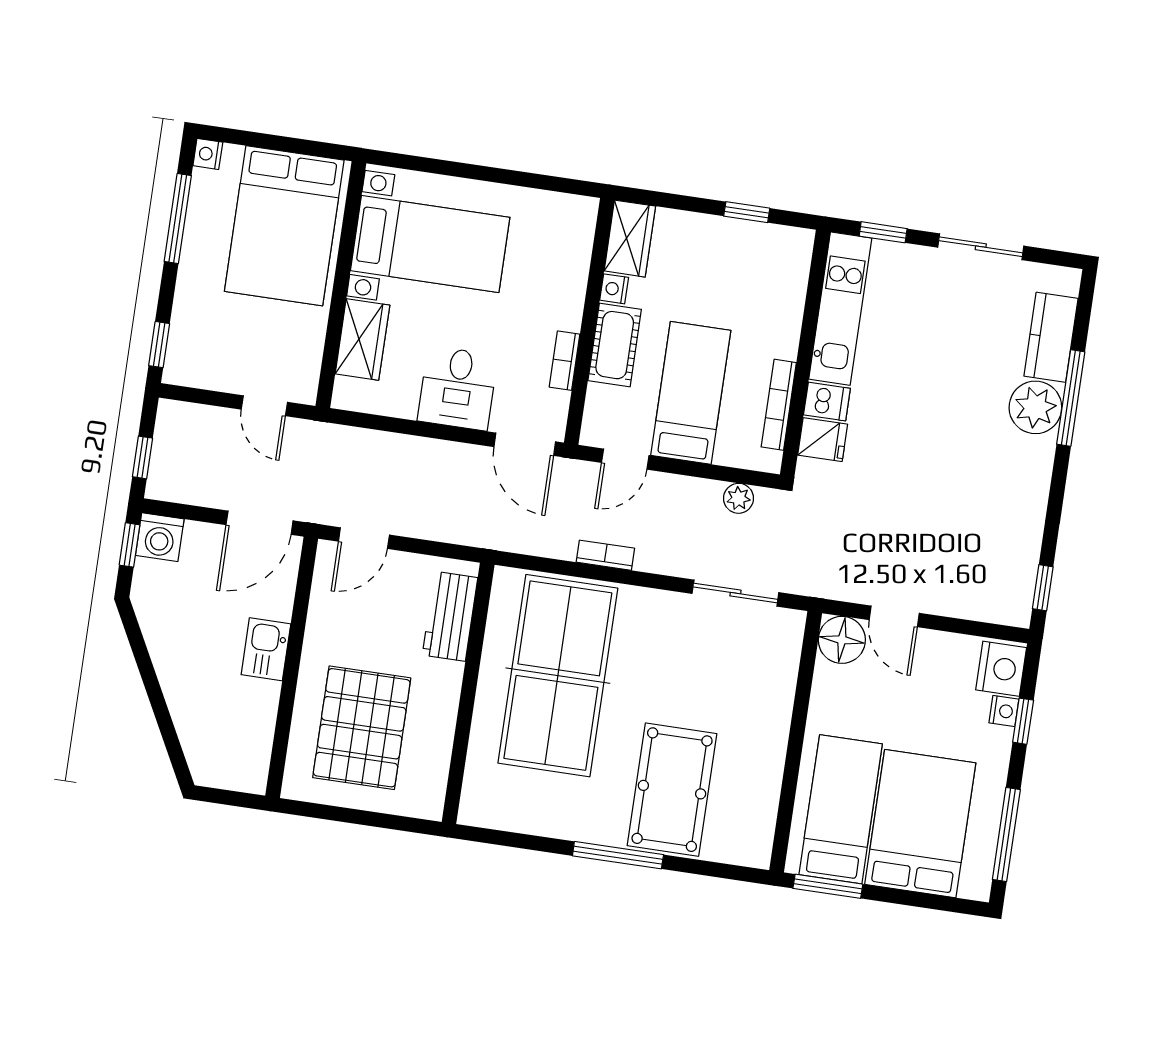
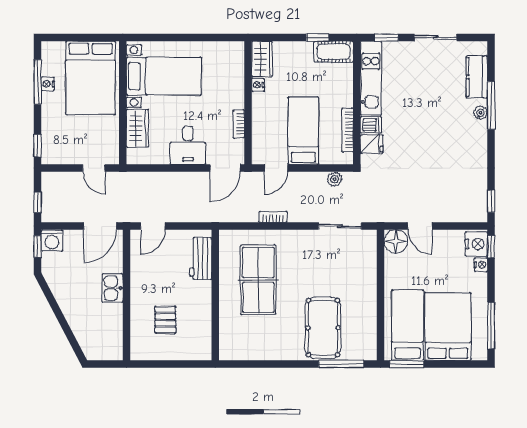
nightstand: (208, 154) -> (48, 84), moved
cot: (615, 345) -> (334, 52), moved, turned 90
plant: (1035, 407) -> (480, 113), width x0.53, depth x0.53
door: (525, 444) -> (225, 168), hinge flipped
table tennis table: (558, 676) -> (258, 280), width x0.73, depth x0.76
window: (1023, 721) -> (491, 247), moved
pallet: (362, 728) -> (165, 320), width x0.49, depth x0.50
window: (618, 855) -> (341, 364), moved

